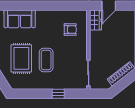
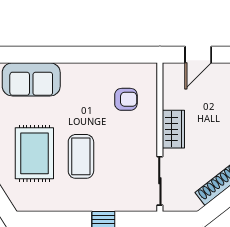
wardrobe: (95, 20) -> (173, 129), moved

